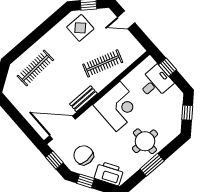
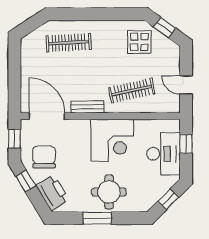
door: (126, 20) -> (186, 85), moved
clothes rail: (103, 63) -> (132, 91), turned -30
desk: (155, 83) -> (163, 154), width x1.37

